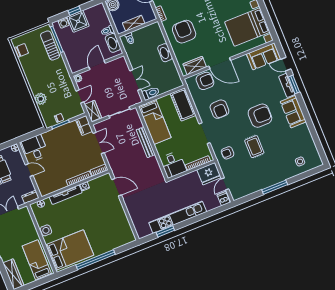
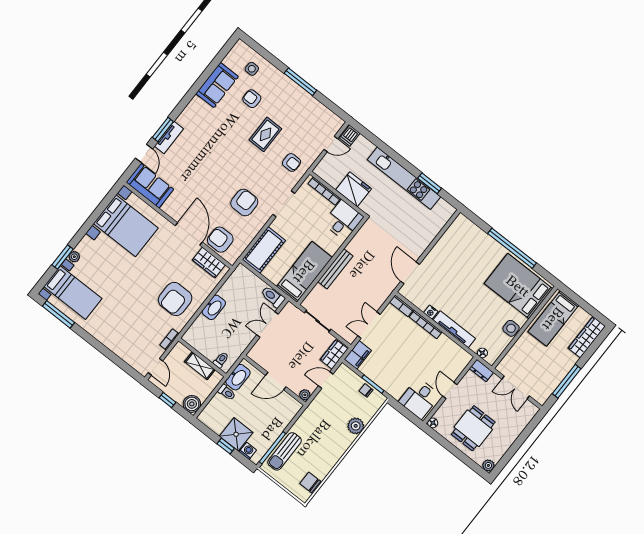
sofa: (293, 112) -> (217, 85), moved
armchair: (260, 116) -> (252, 99), moved, width x0.53, depth x0.53
fridge: (209, 174) -> (354, 189), moved

